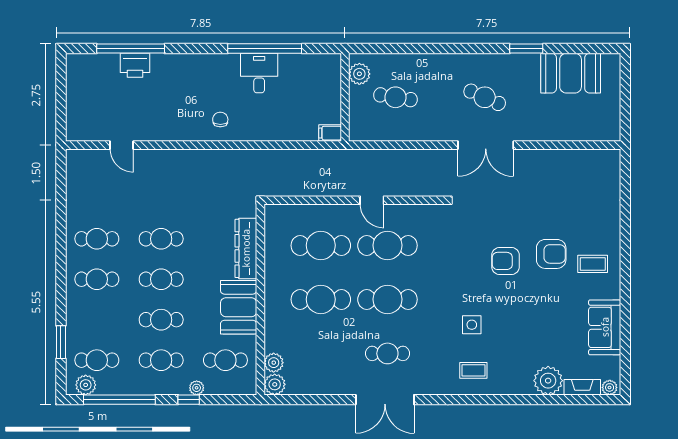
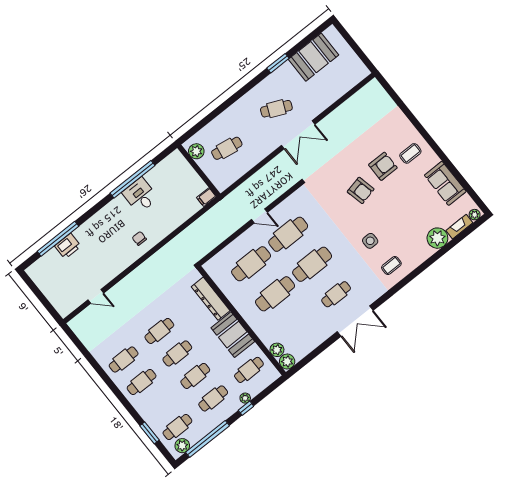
armchair: (506, 261) -> (361, 190), turned -103

